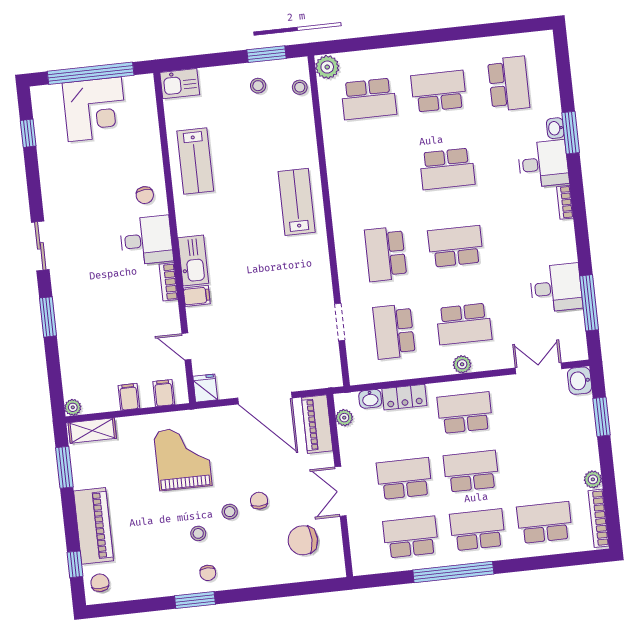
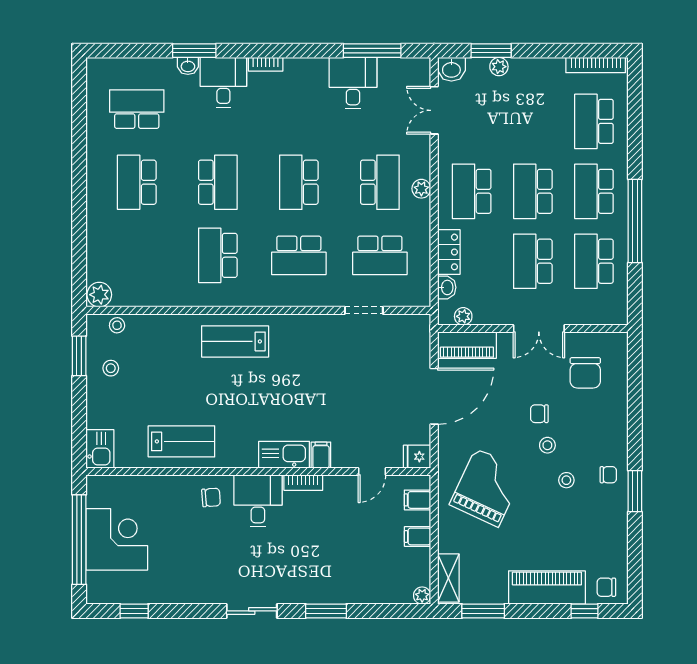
school desk: (369, 99) -> (218, 255), moved, turned 180
grand piano: (183, 458) -> (487, 488), turned 115
plant: (593, 479) -> (499, 67), moved

